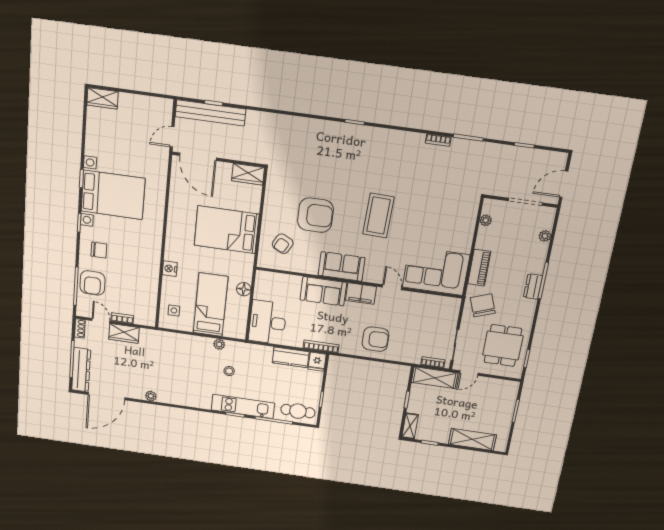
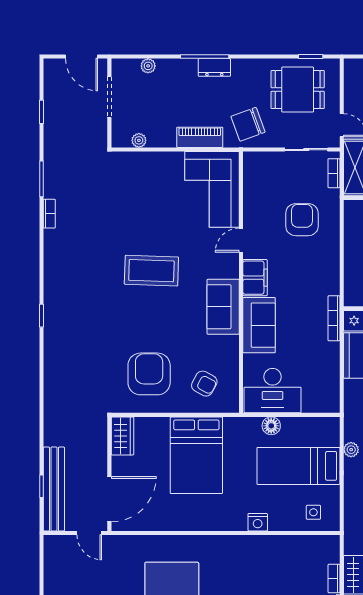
armchair: (315, 215) -> (149, 374), moved
desk: (268, 322) -> (273, 391), moved
armchair: (376, 339) -> (302, 220), moved

